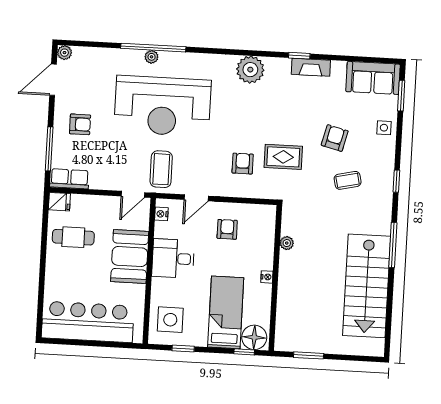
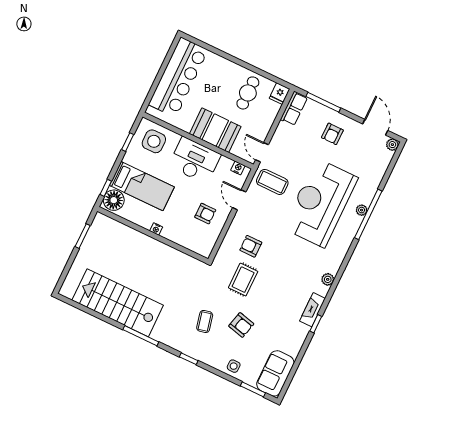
fireplace: (311, 67) -> (312, 310), moved
plant: (250, 70) -> (328, 279), width x0.53, depth x0.53
armchair: (243, 164) -> (251, 246), turned 180
plant: (287, 243) -> (176, 255), removed
desk: (173, 258) -> (195, 160), width x1.37

